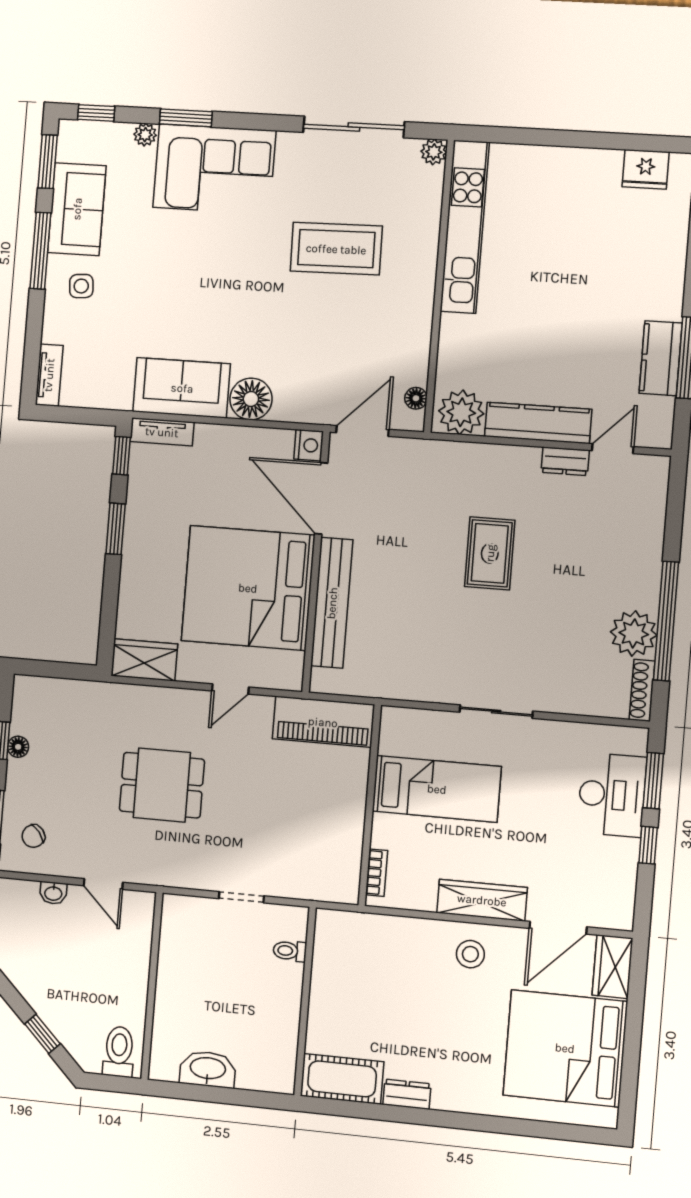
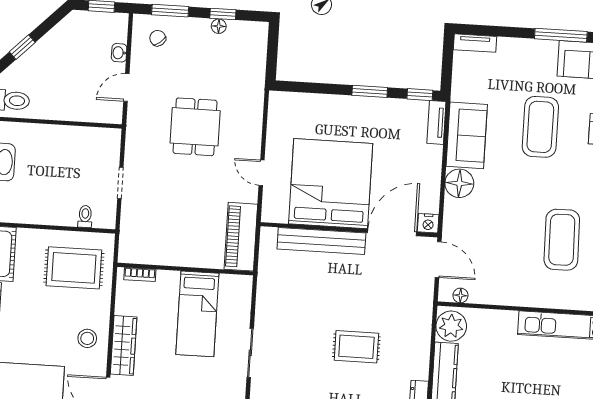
coffee table: (171, 280) -> (540, 127), added
side table: (81, 286) -> (536, 64), removed
wardrobe: (144, 660) -> (280, 113), removed
rug: (365, 970) -> (74, 268), added

